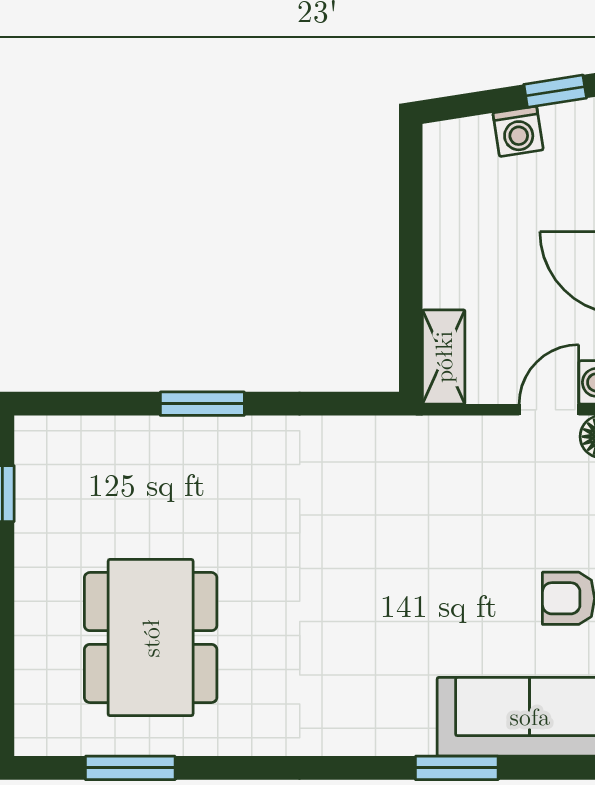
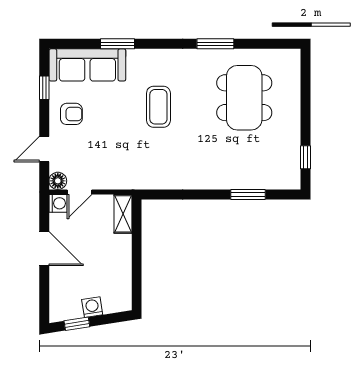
window: (202, 404) -> (248, 194), moved
coffee table: (358, 616) -> (158, 107), added
window: (130, 768) -> (215, 44), moved

